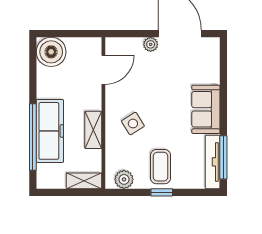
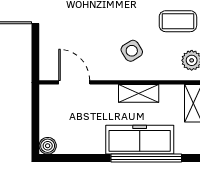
plant: (151, 44) -> (47, 32), removed
boiler: (51, 52) -> (48, 146), width x0.54, depth x0.54

